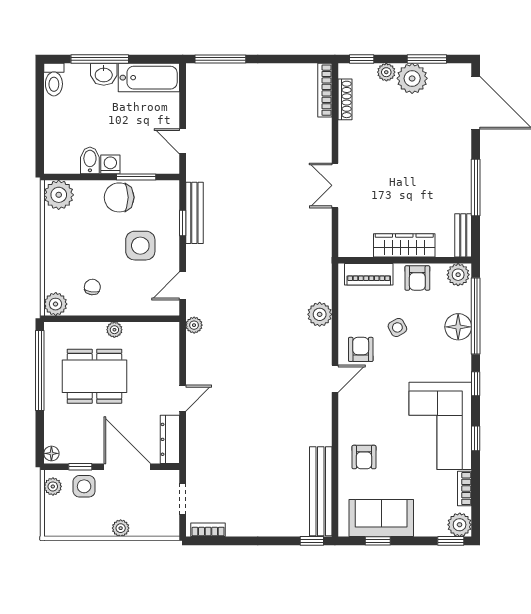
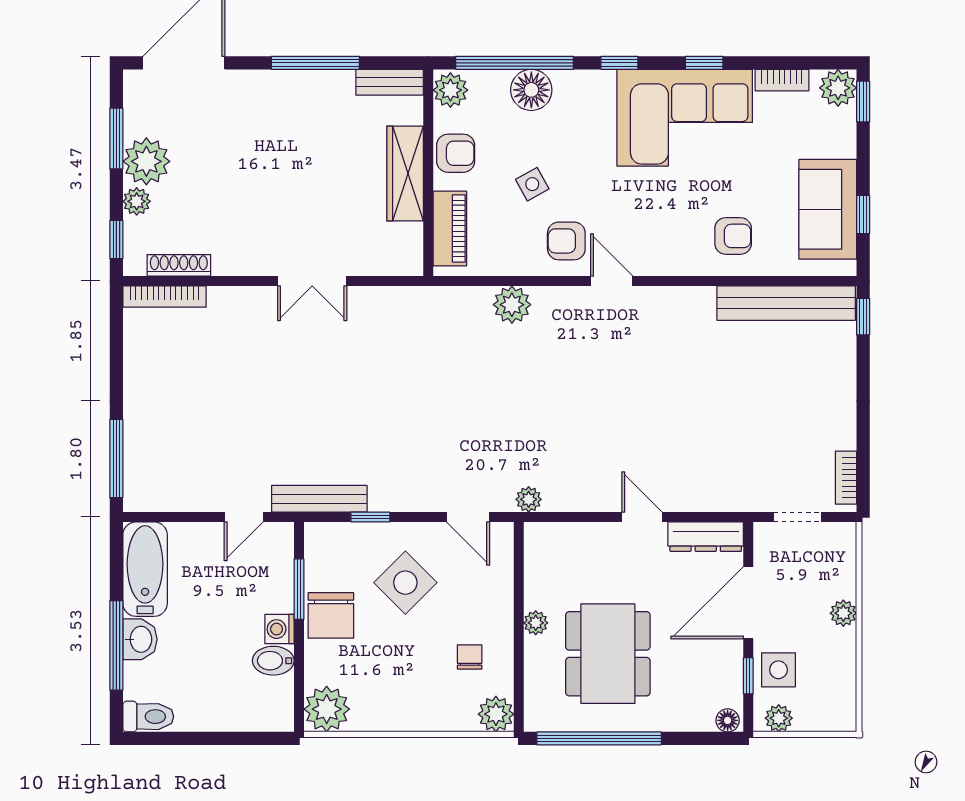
bench: (194, 213) -> (319, 499), moved
side table: (140, 246) -> (405, 583), turned 45
chair: (92, 287) -> (470, 657), turned 83

